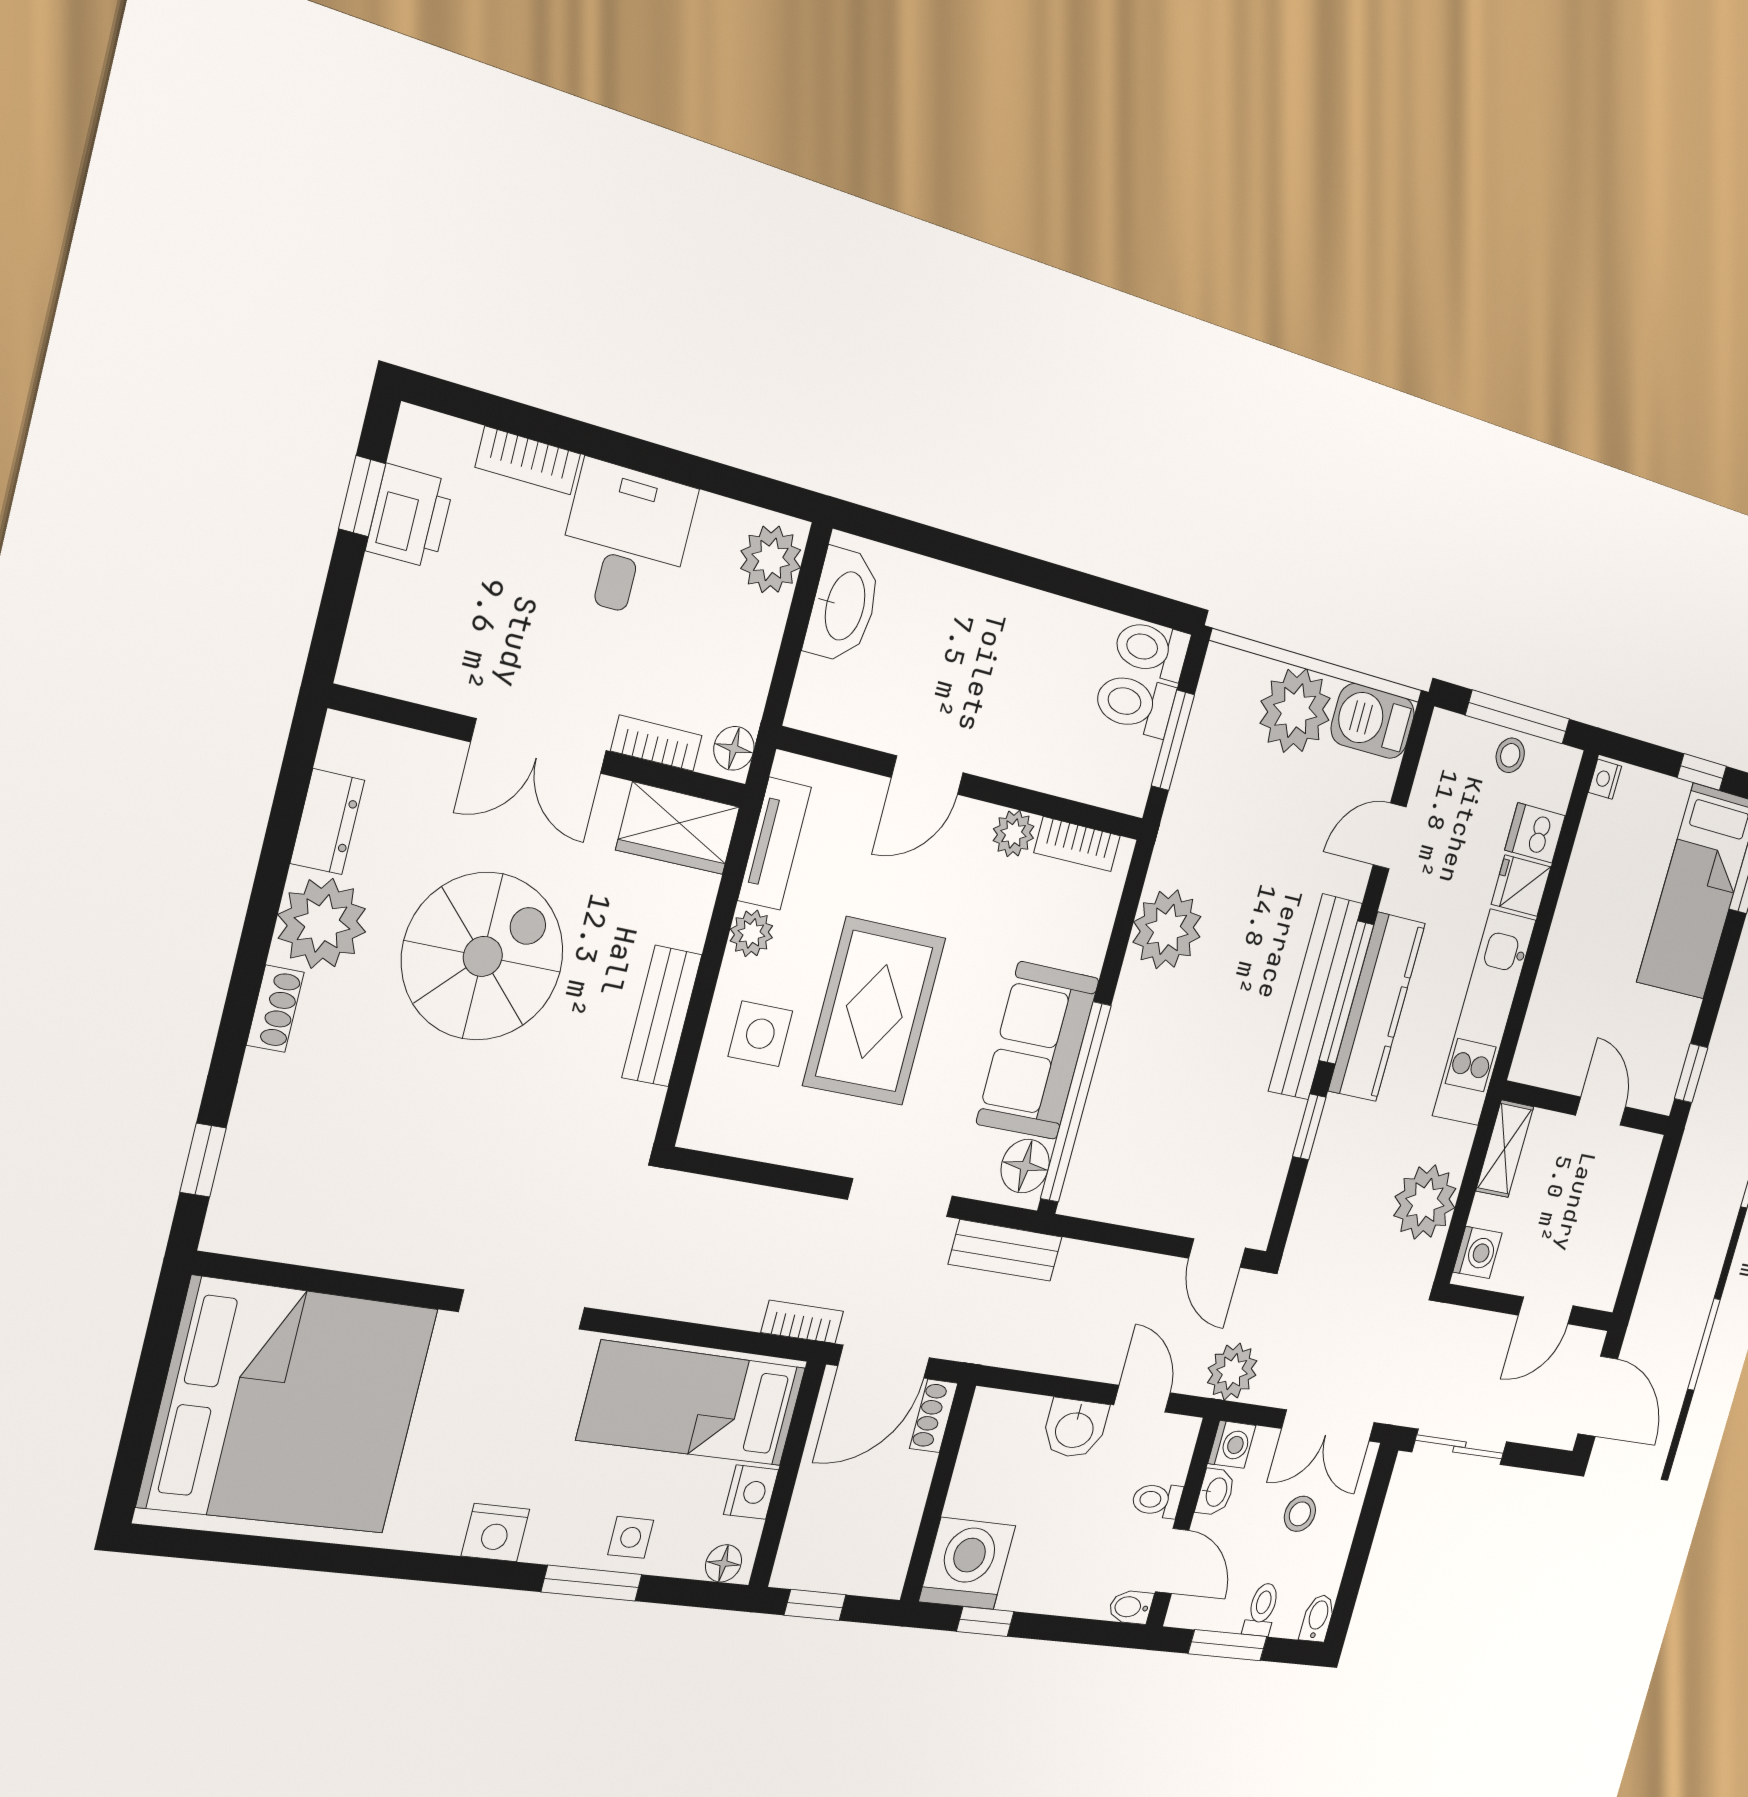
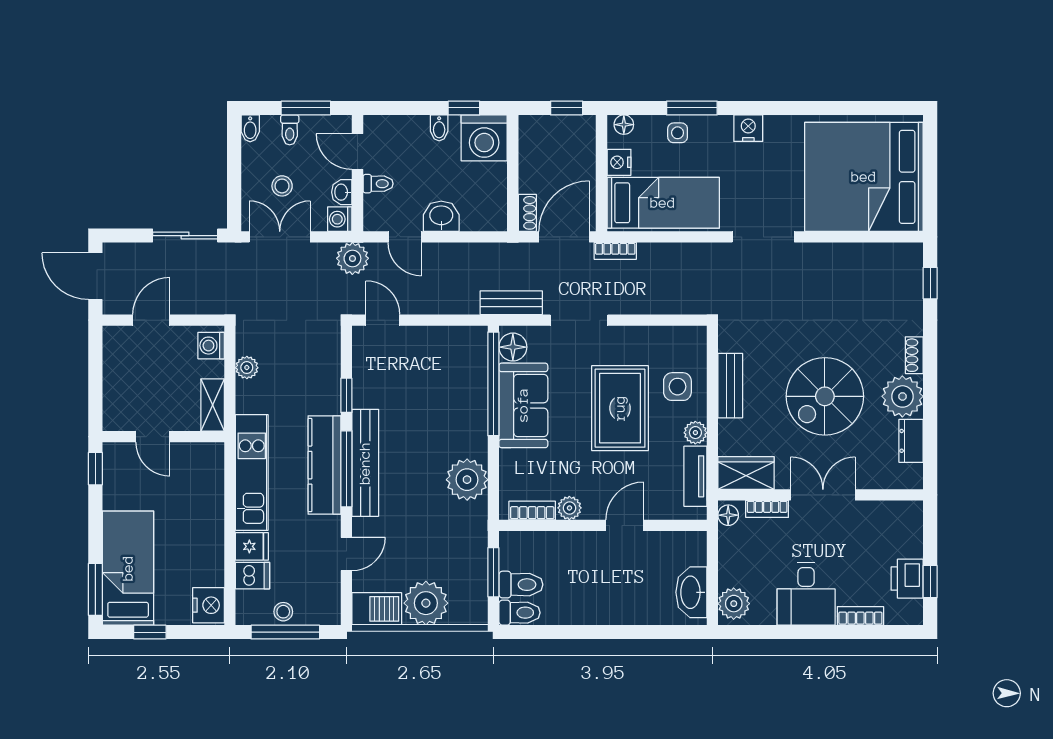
nightstand: (1605, 779) -> (209, 605), width x1.89, depth x1.79
plant: (1425, 1202) -> (247, 368), width x0.53, depth x0.53
bidet: (1131, 1607) -> (439, 128), moved, turned 90

